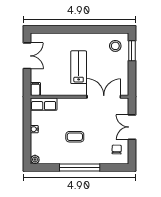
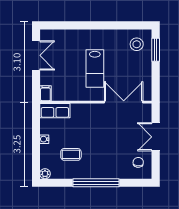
lab bench: (79, 67) -> (95, 69), turned 180
coffee table: (75, 137) -> (71, 154), moved

